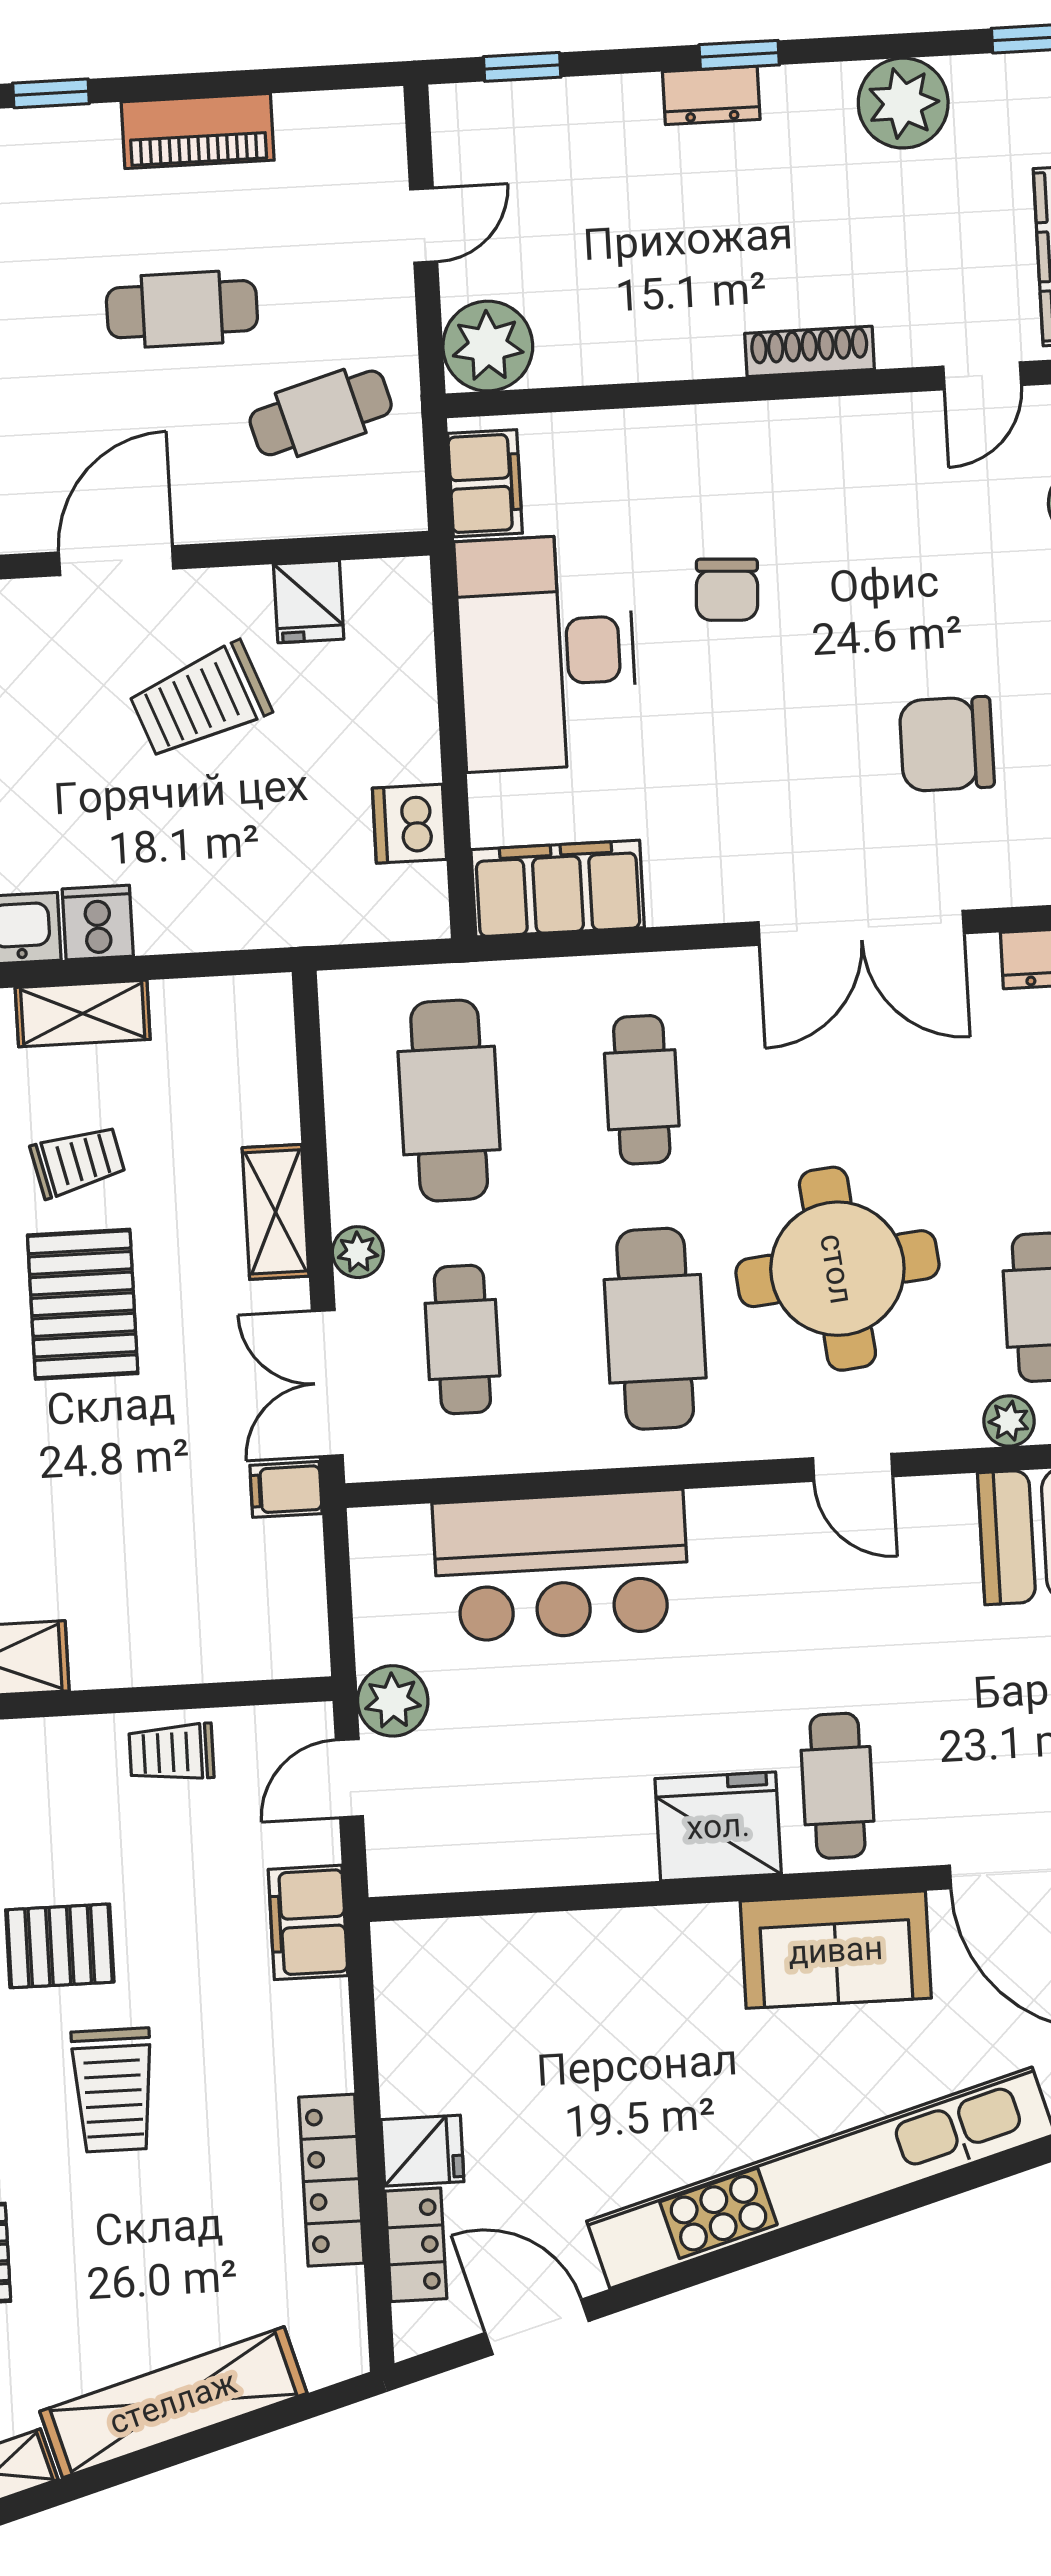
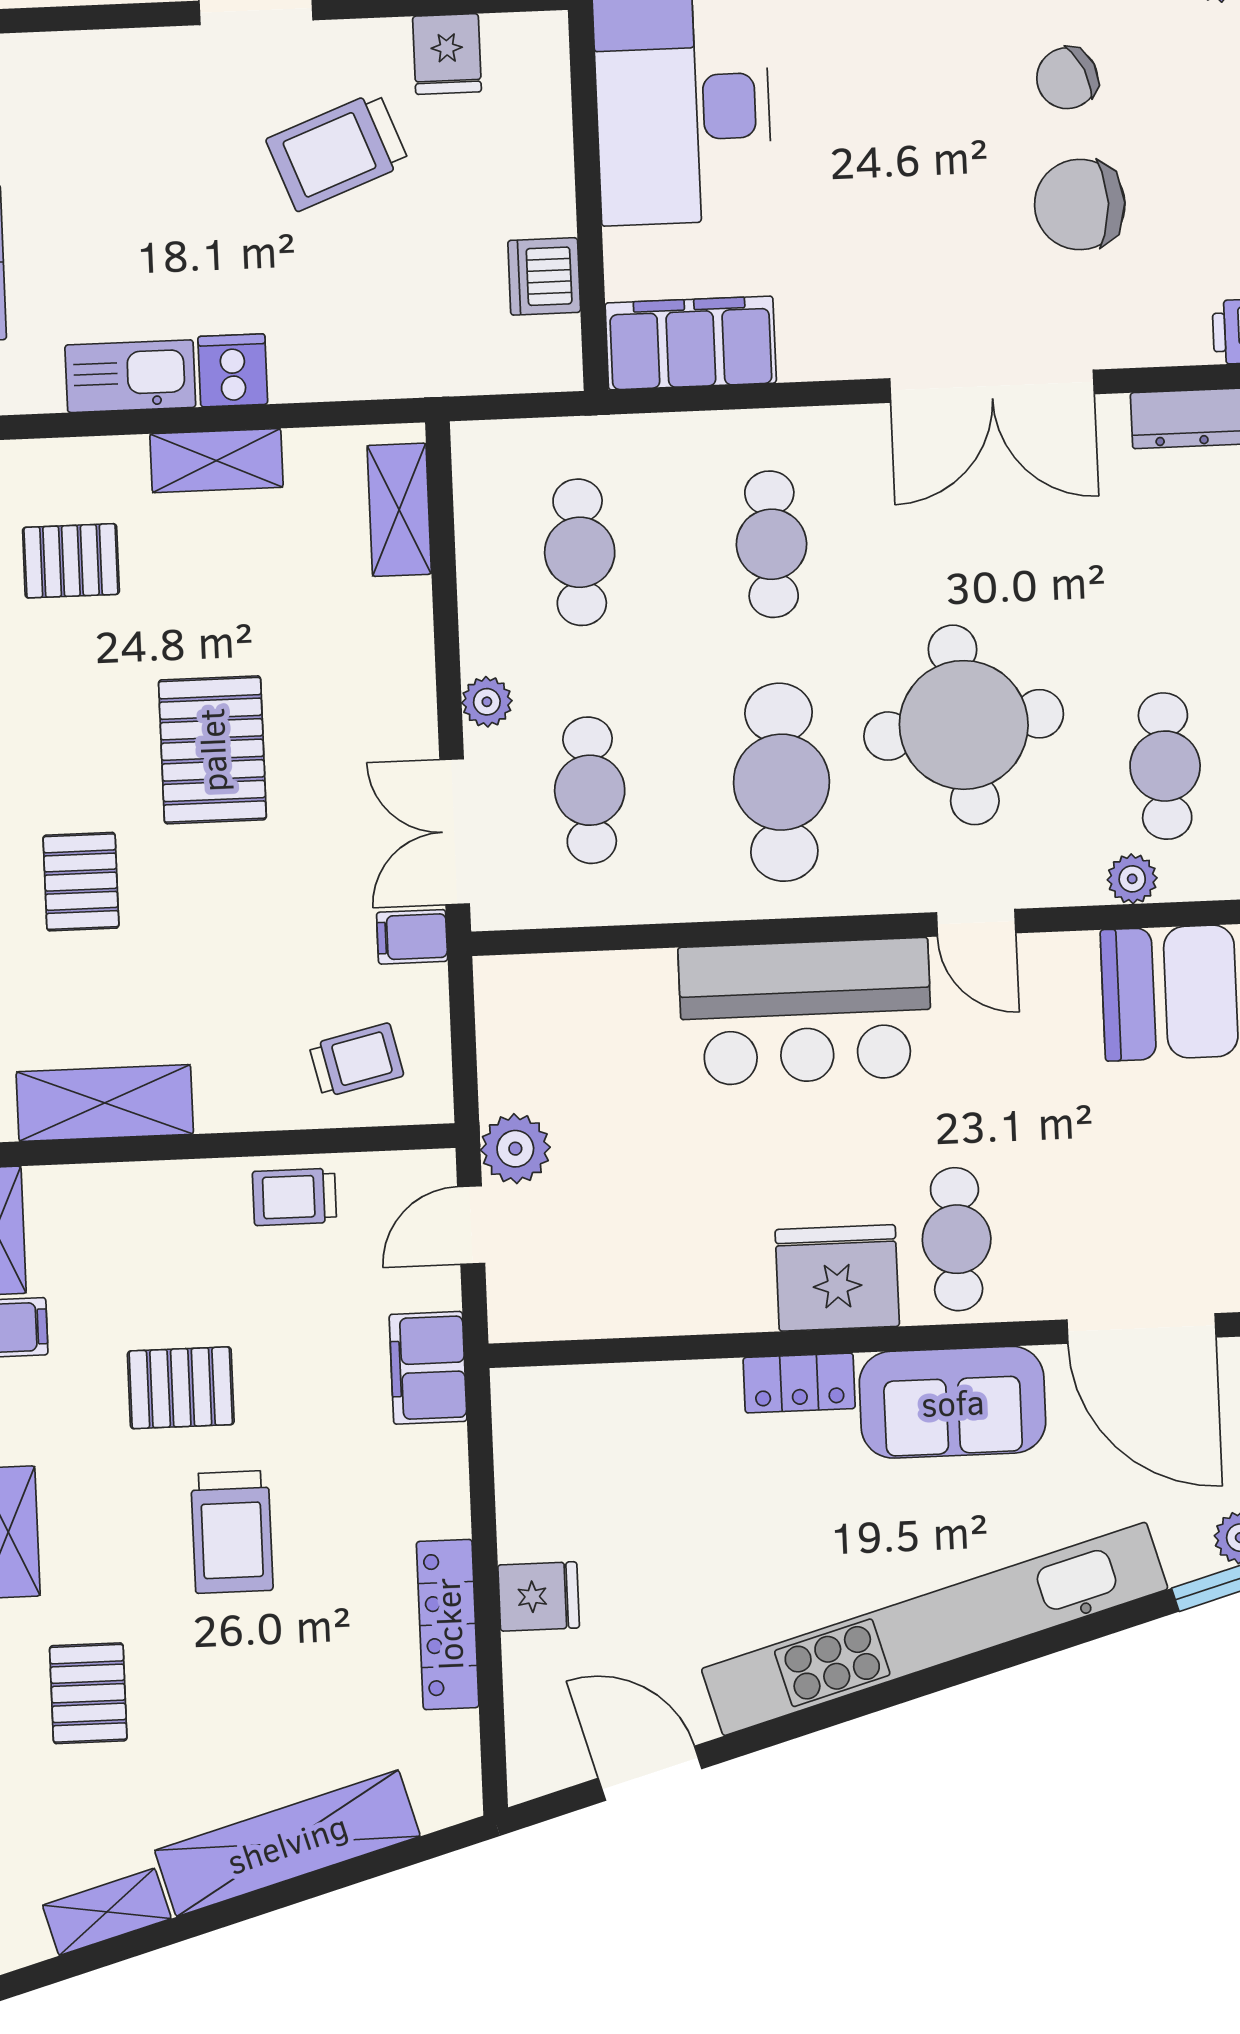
chair: (727, 590) -> (1067, 78), moved, turned 62
cafe table: (449, 1101) -> (580, 552), width x0.73, depth x0.74
trolley: (78, 1161) -> (356, 1060), moved
shelving: (276, 1212) -> (399, 510), moved
bar counter: (561, 1566) -> (806, 1012), moved
locker: (416, 2245) -> (799, 1383), moved, turned 90

